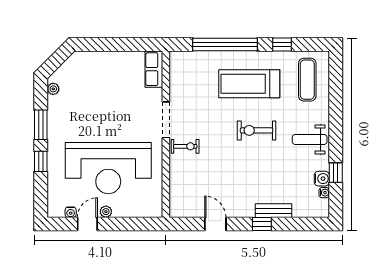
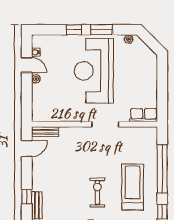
exercise bike: (185, 146) -> (85, 139), removed
reception desk: (108, 168) -> (94, 71), moved
bench: (176, 200) -> (45, 132), added
door: (215, 224) -> (27, 149), moved

